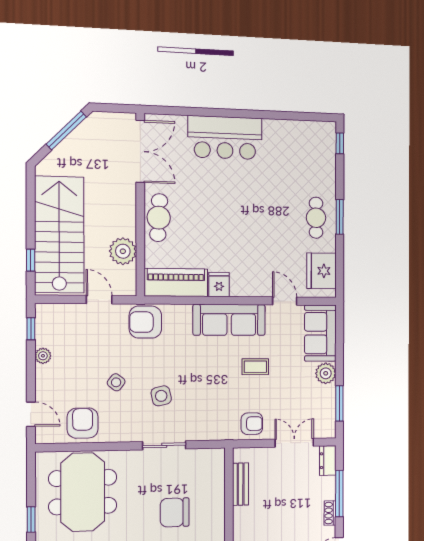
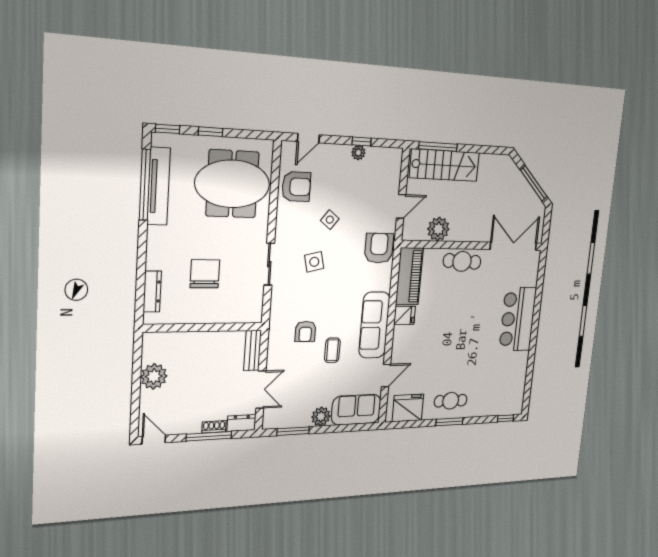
double door: (140, 151) -> (513, 246), swing flipped
stairs: (59, 235) -> (445, 165), width x0.73, depth x0.66
window: (31, 260) -> (438, 147), width x2.17
window: (31, 329) -> (362, 142), moved
armchair: (252, 424) -> (305, 332), moved
bench: (241, 484) -> (253, 350), moved, turned 90
shoe rack: (330, 513) -> (214, 427), moved

